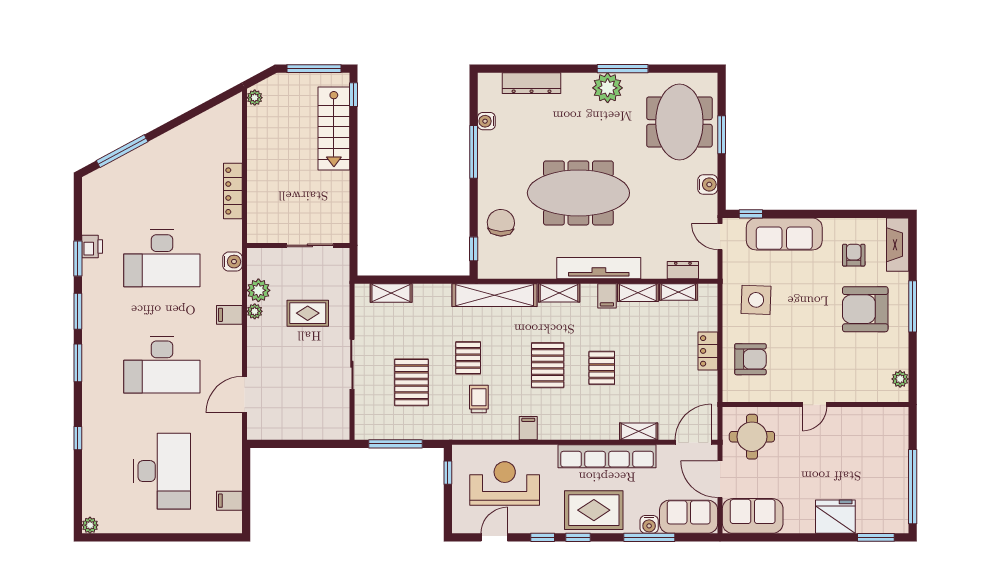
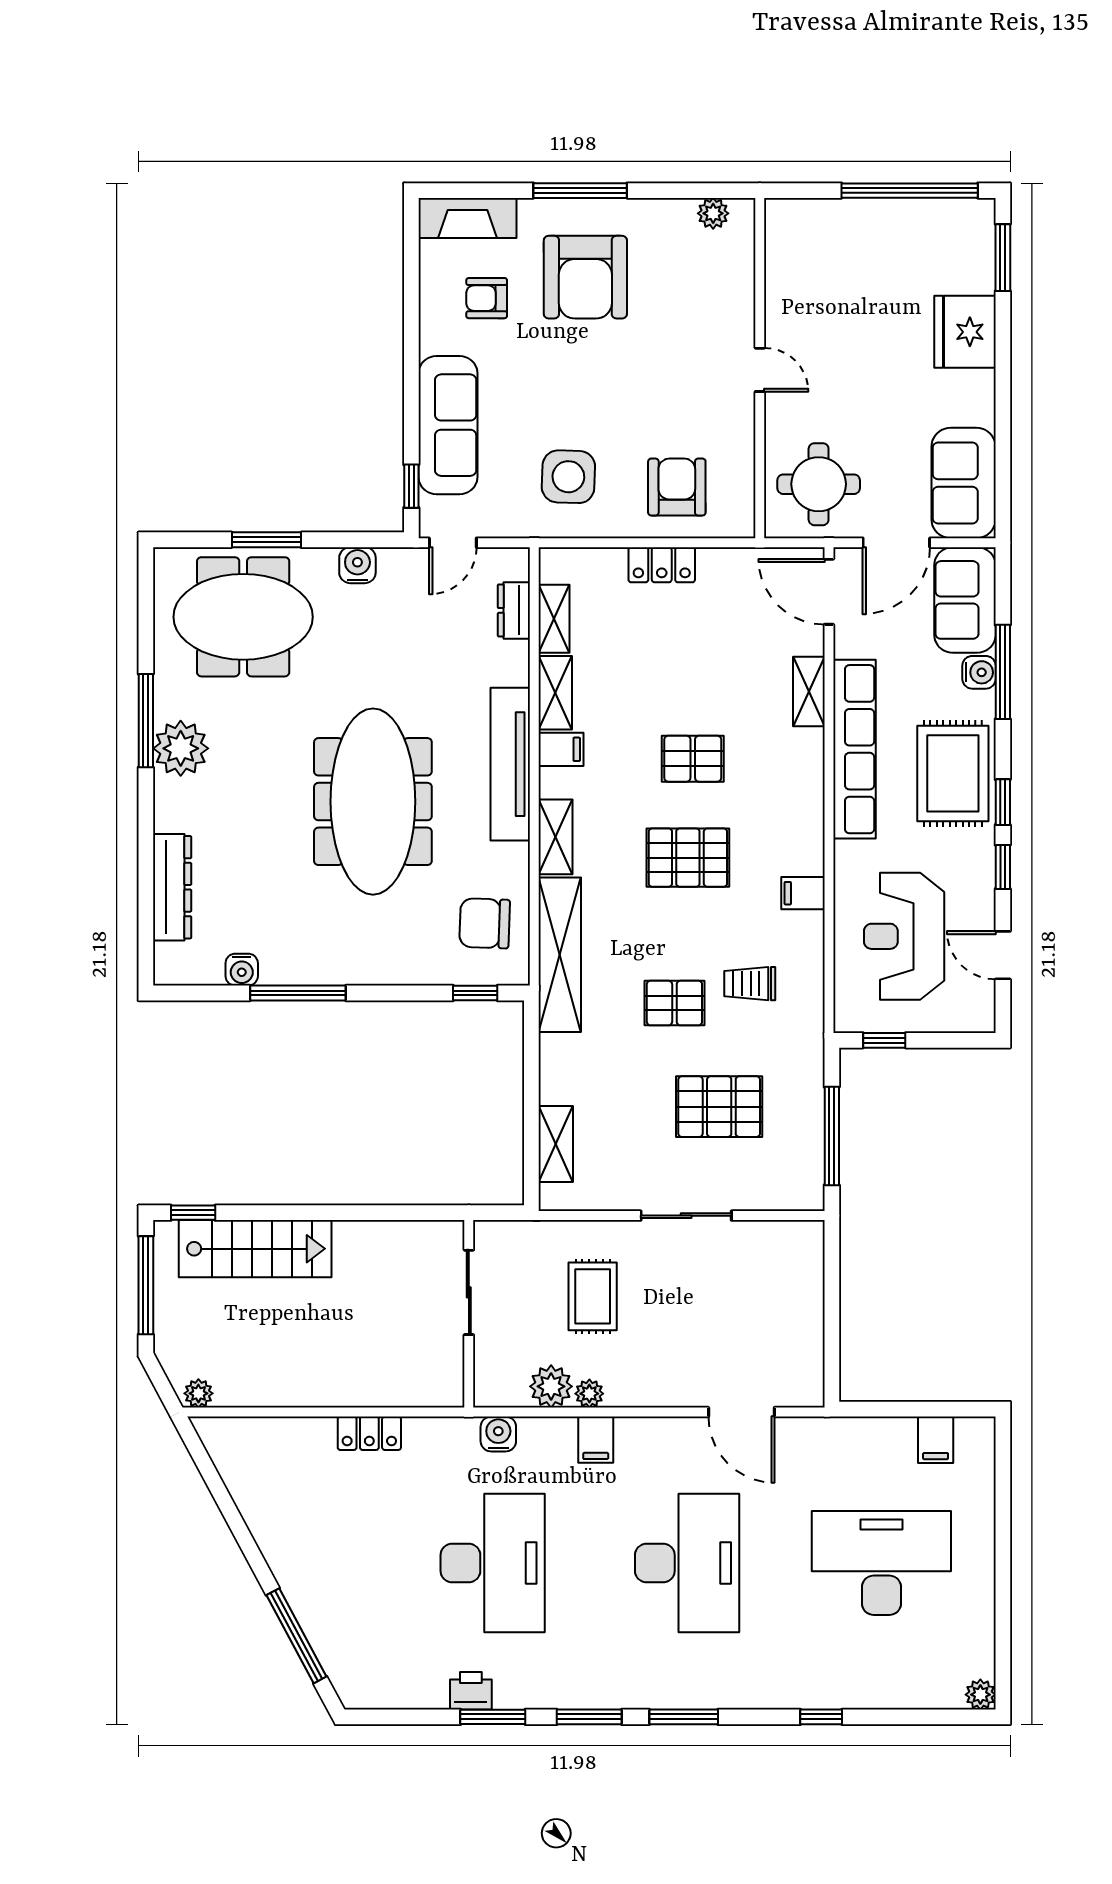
locker: (233, 191) -> (369, 1433), width x0.66
chair: (501, 223) -> (485, 923), moved

